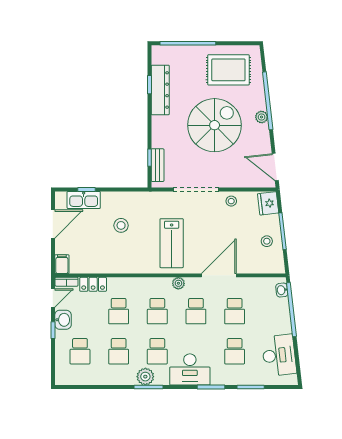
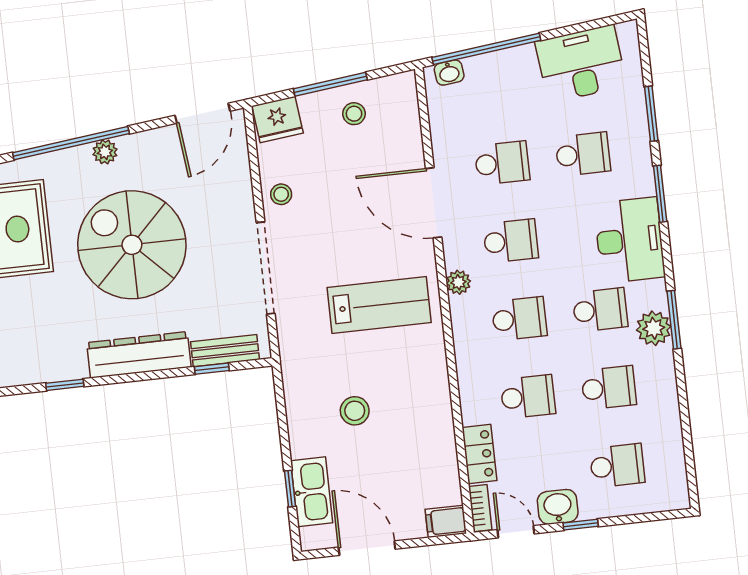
dresser: (160, 90) -> (139, 355), moved

